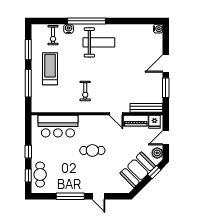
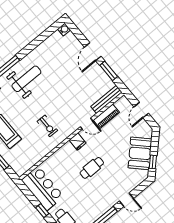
fridge: (154, 122) -> (78, 142), moved
bar counter: (58, 126) -> (42, 188), moved, turned -90
plant: (157, 153) -> (144, 128), removed
window: (154, 172) -> (153, 162), moved

